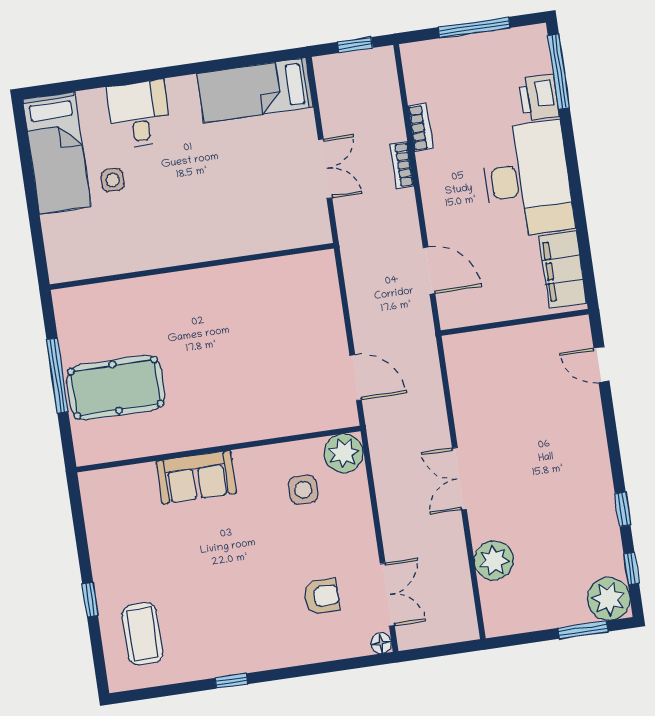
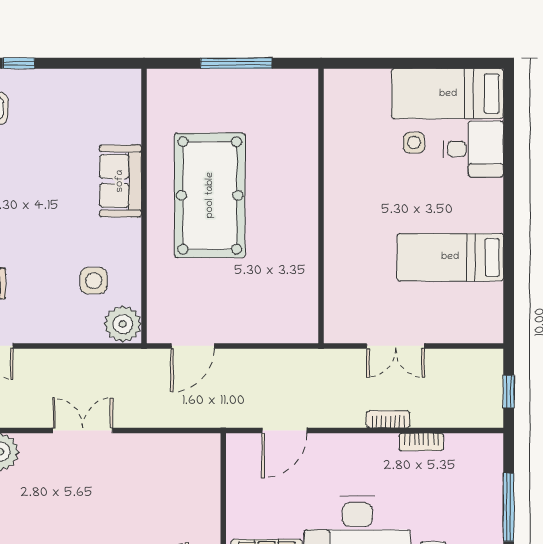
bed: (255, 90) -> (450, 257), moved, turned -90
desk: (139, 114) -> (473, 149), moved
pool table: (116, 388) -> (210, 195), moved, width x1.36, depth x1.32

